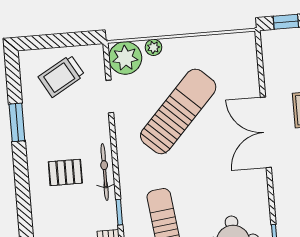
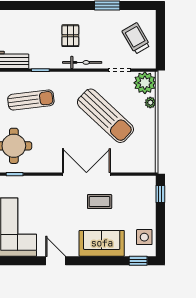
bicycle: (105, 172) -> (82, 62), moved

